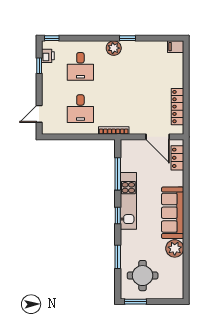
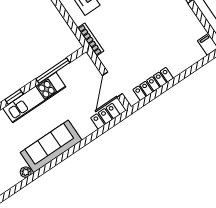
plant: (175, 248) -> (26, 172), width x0.53, depth x0.53

